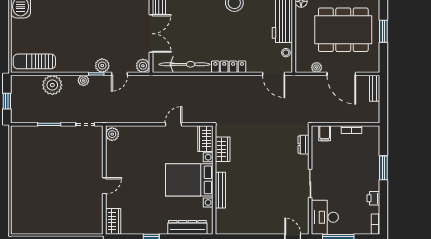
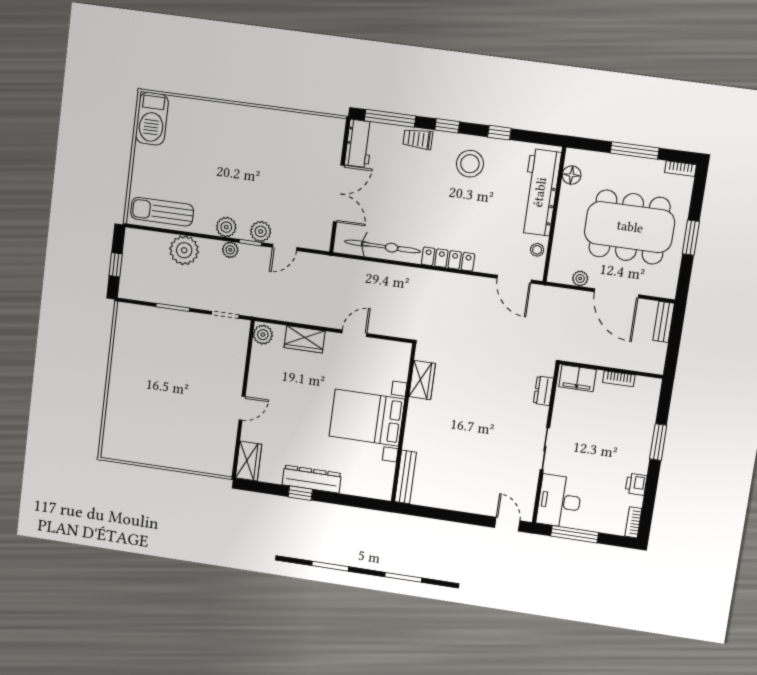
plant: (143, 66) -> (226, 227), moved
filing cabinet: (325, 133) -> (578, 378), width x2.00
wardrobe: (205, 139) -> (305, 339), moved, turned -90
bench: (220, 190) -> (406, 477), moved
dresser: (187, 227) -> (312, 479), moved

